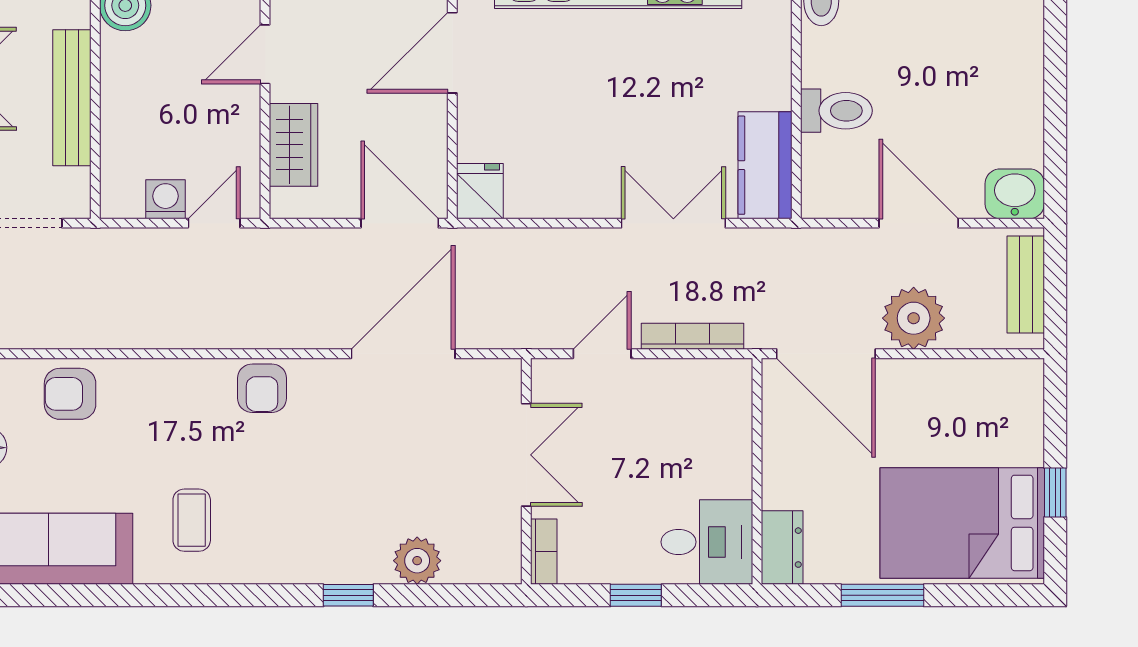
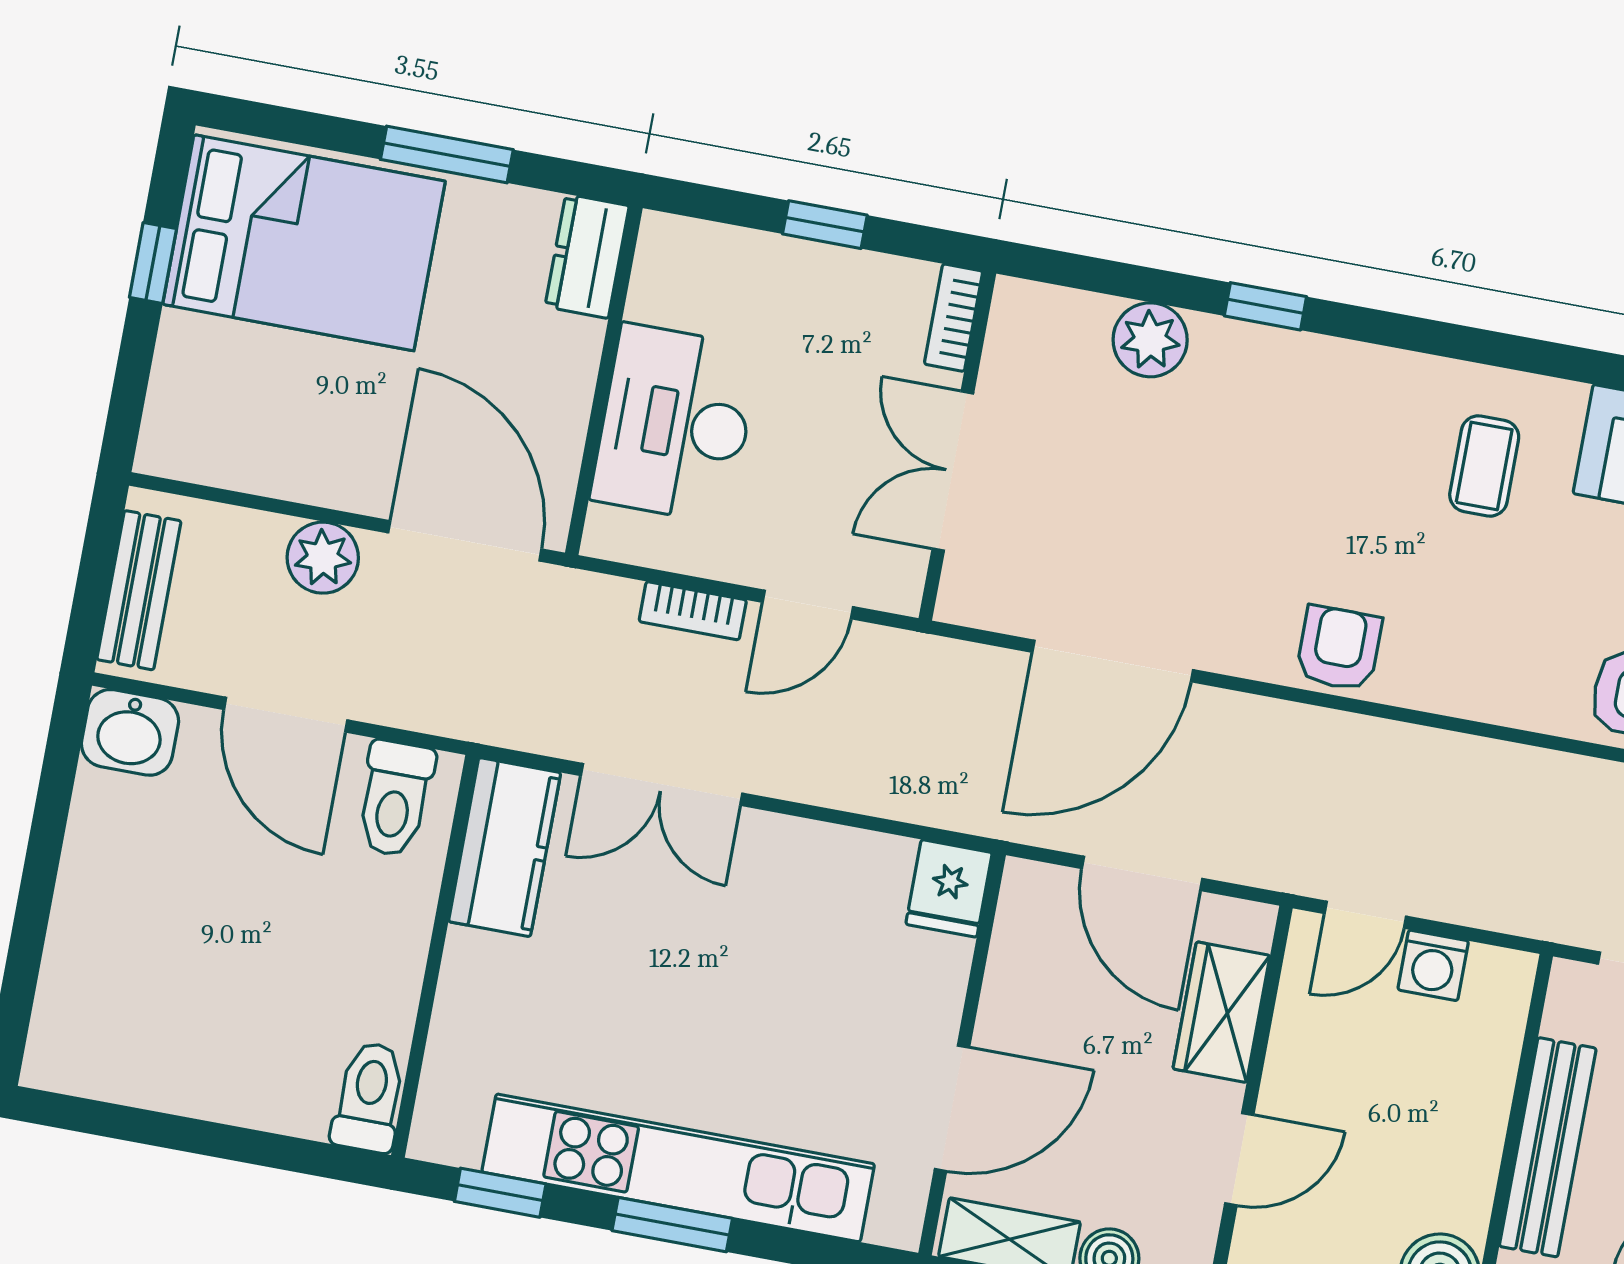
toilet: (836, 111) -> (395, 799), moved, turned -90
door: (400, 223) -> (1142, 873), moved
plant: (914, 318) -> (323, 558), width x0.73, depth x0.73
bookcase: (692, 336) -> (693, 611), width x0.64
desk: (707, 542) -> (675, 423), moved, width x1.37

